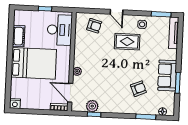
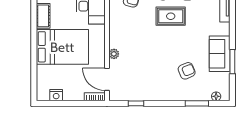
nightstand: (15, 104) -> (56, 95), moved
plant: (92, 106) -> (133, 94), removed

